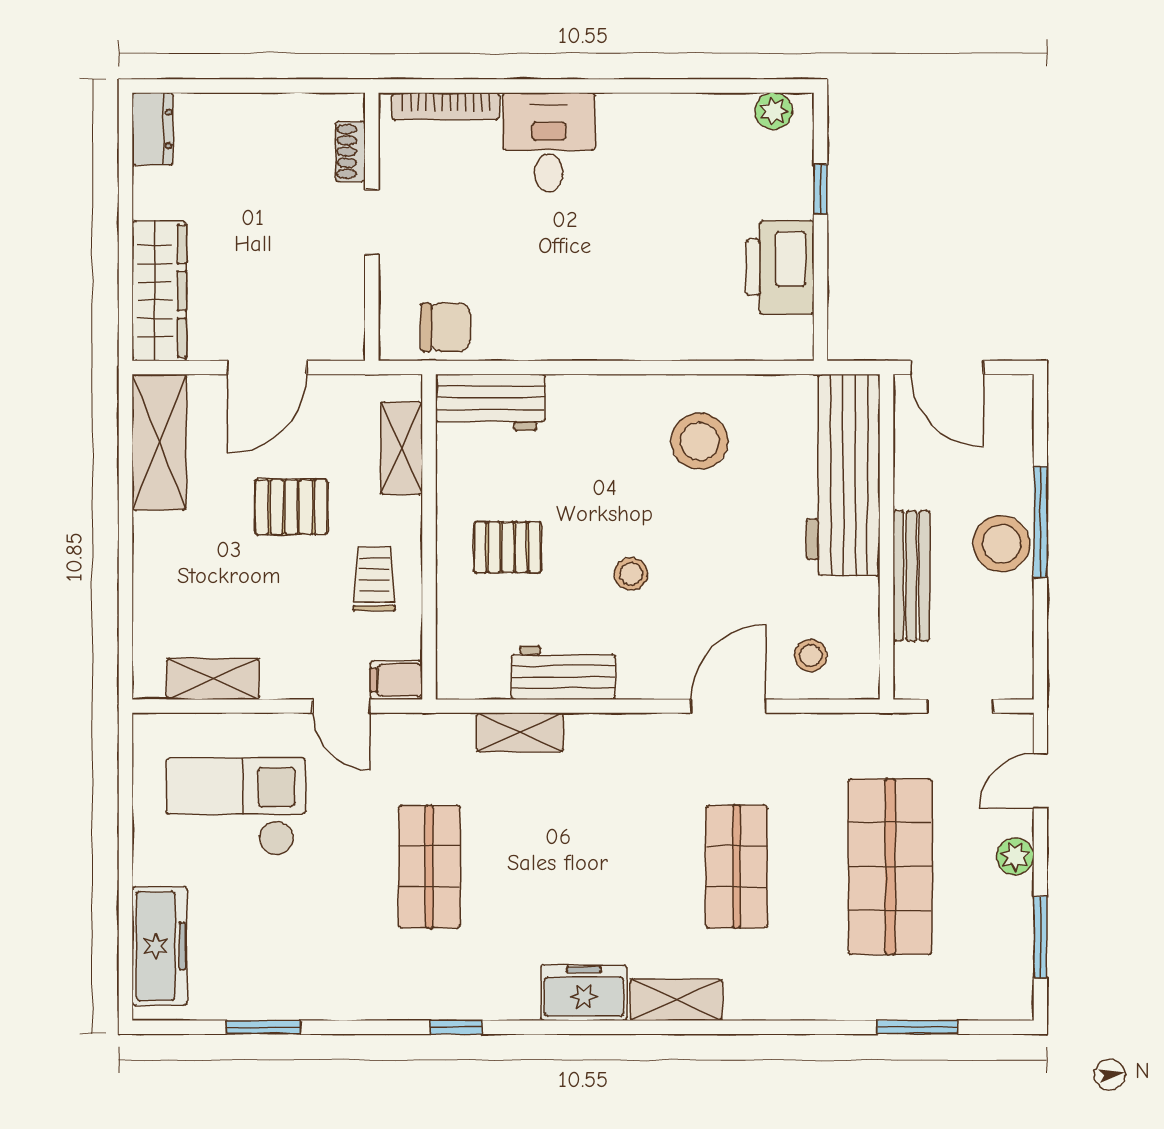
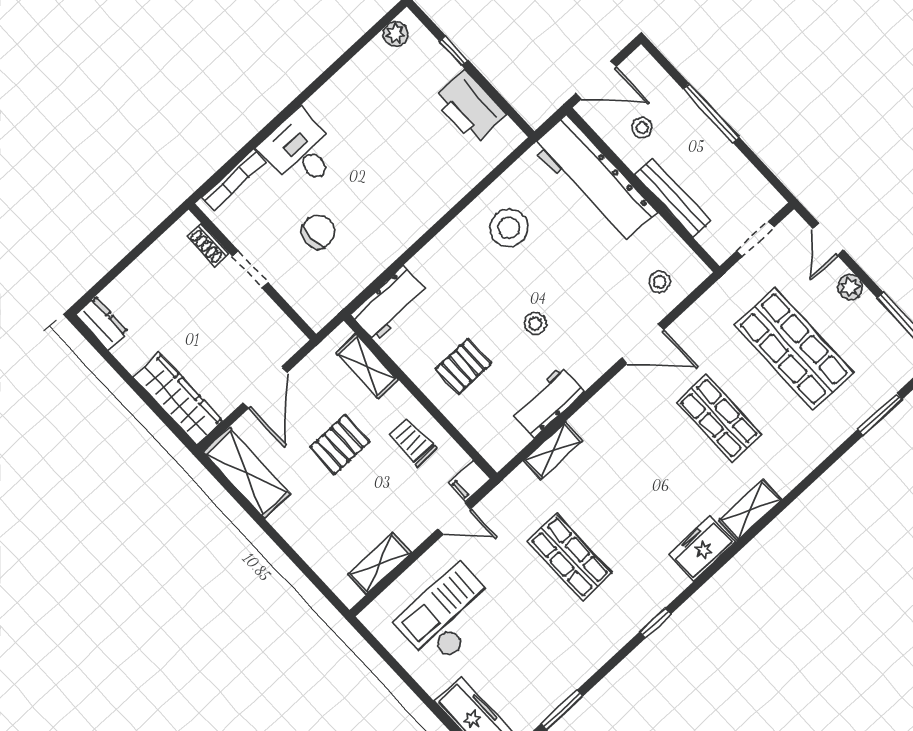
chair: (446, 327) -> (318, 232), moved
stool: (1001, 544) -> (642, 128), moved, width x0.53, depth x0.53
door: (728, 706) -> (643, 344), swing flipped

